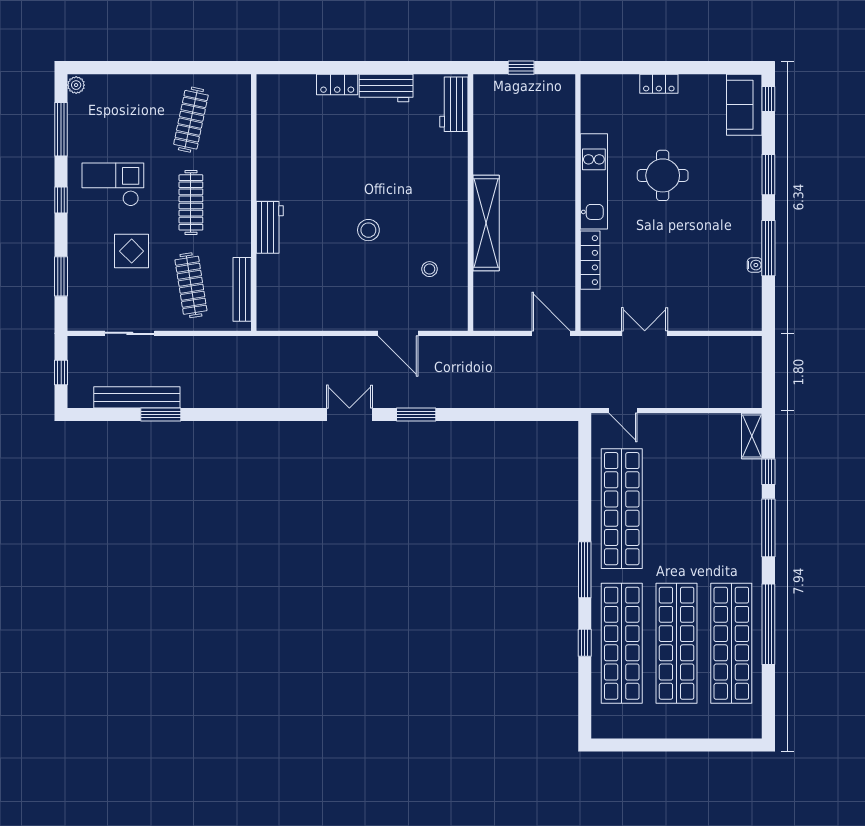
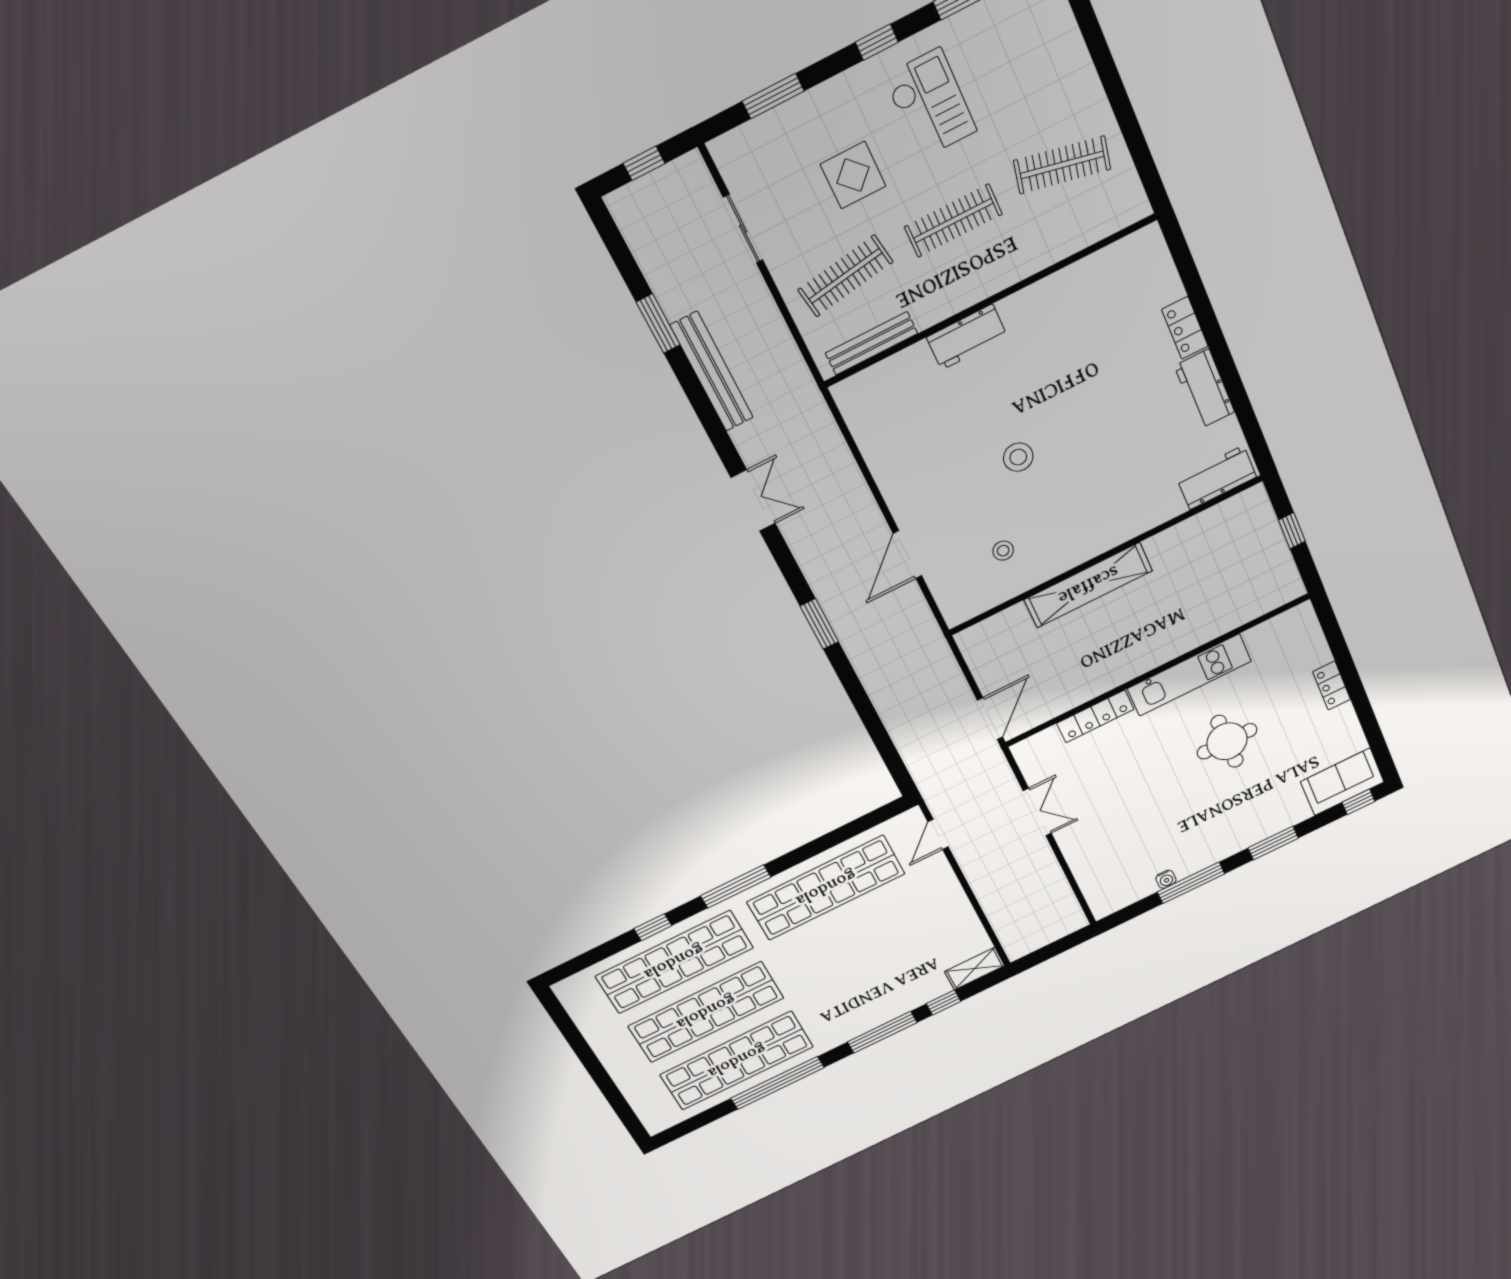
bench: (137, 397) -> (712, 372), moved
double door: (349, 415) -> (753, 500), moved

